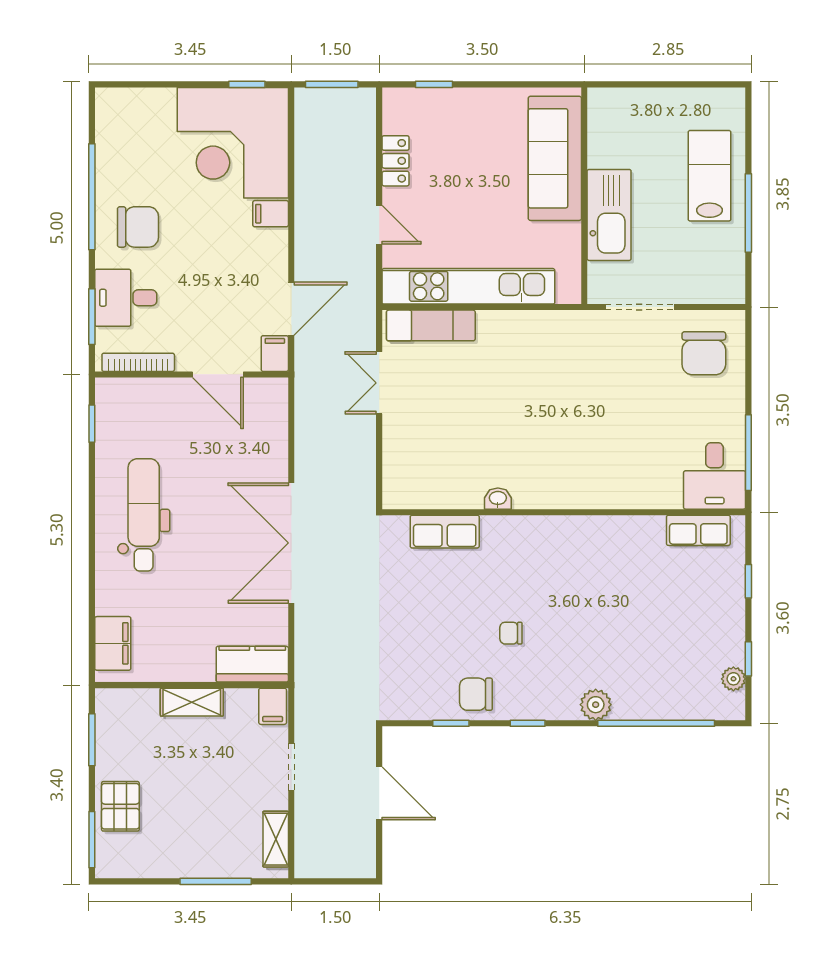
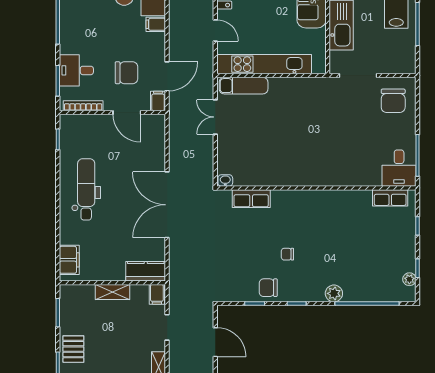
chair: (138, 227) -> (127, 73), moved
washbasin: (498, 499) -> (225, 180), moved

